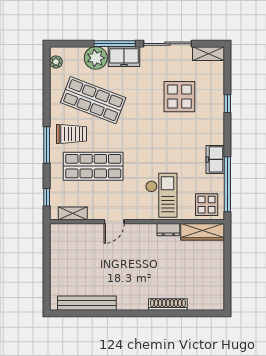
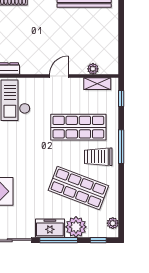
window: (72, 44) -> (98, 240), added
plant: (77, 229) -> (93, 69), added

